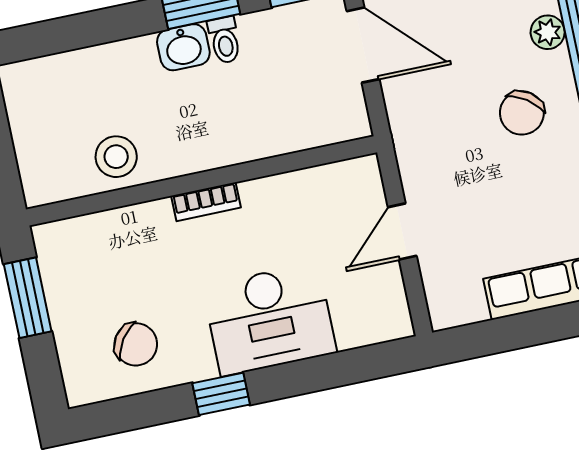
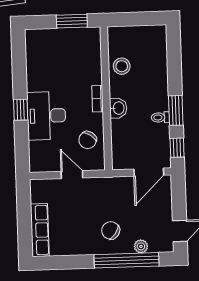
washbasin: (183, 47) -> (118, 108), moved, turned 180
chair: (136, 344) -> (88, 140), moved
window: (221, 394) -> (21, 110), moved

